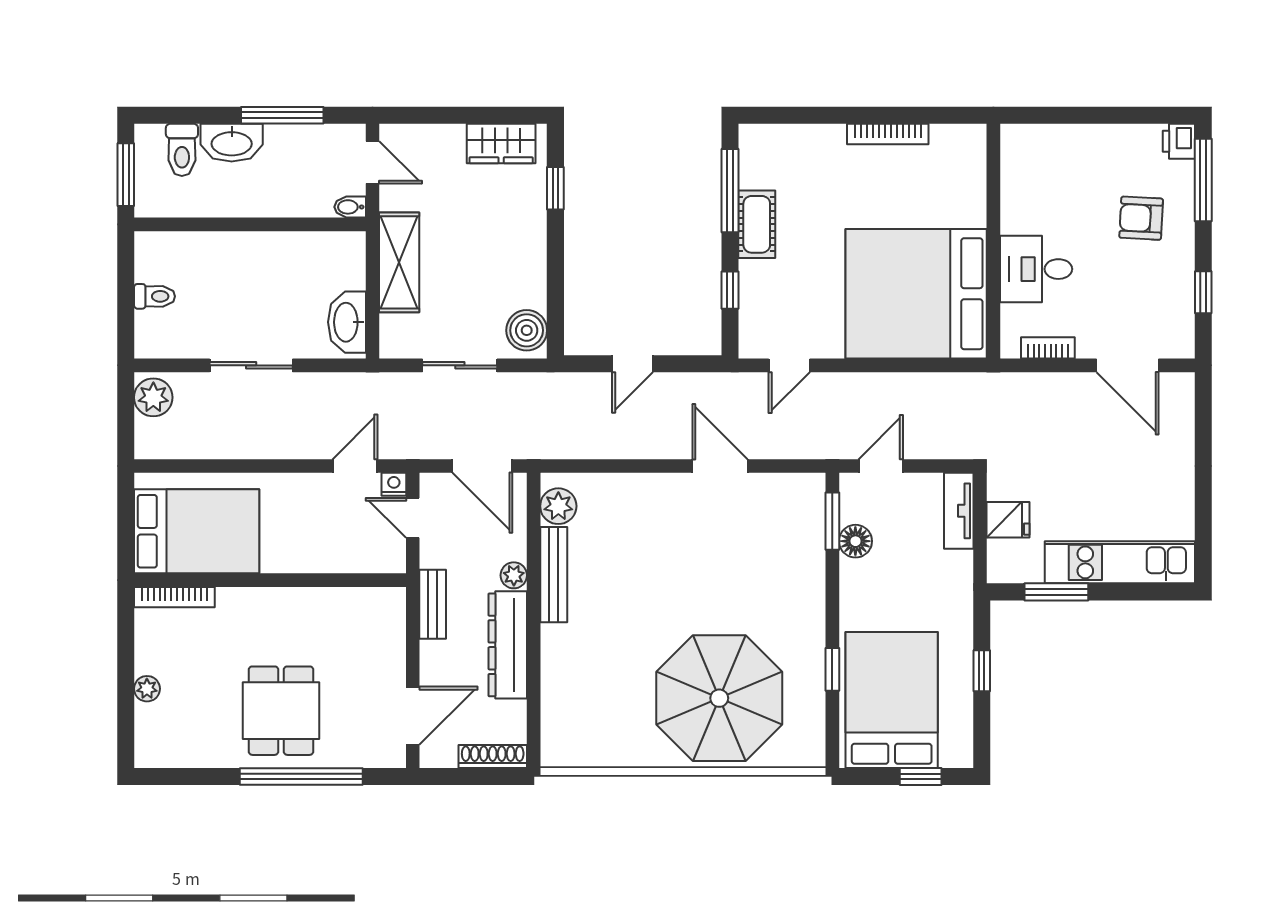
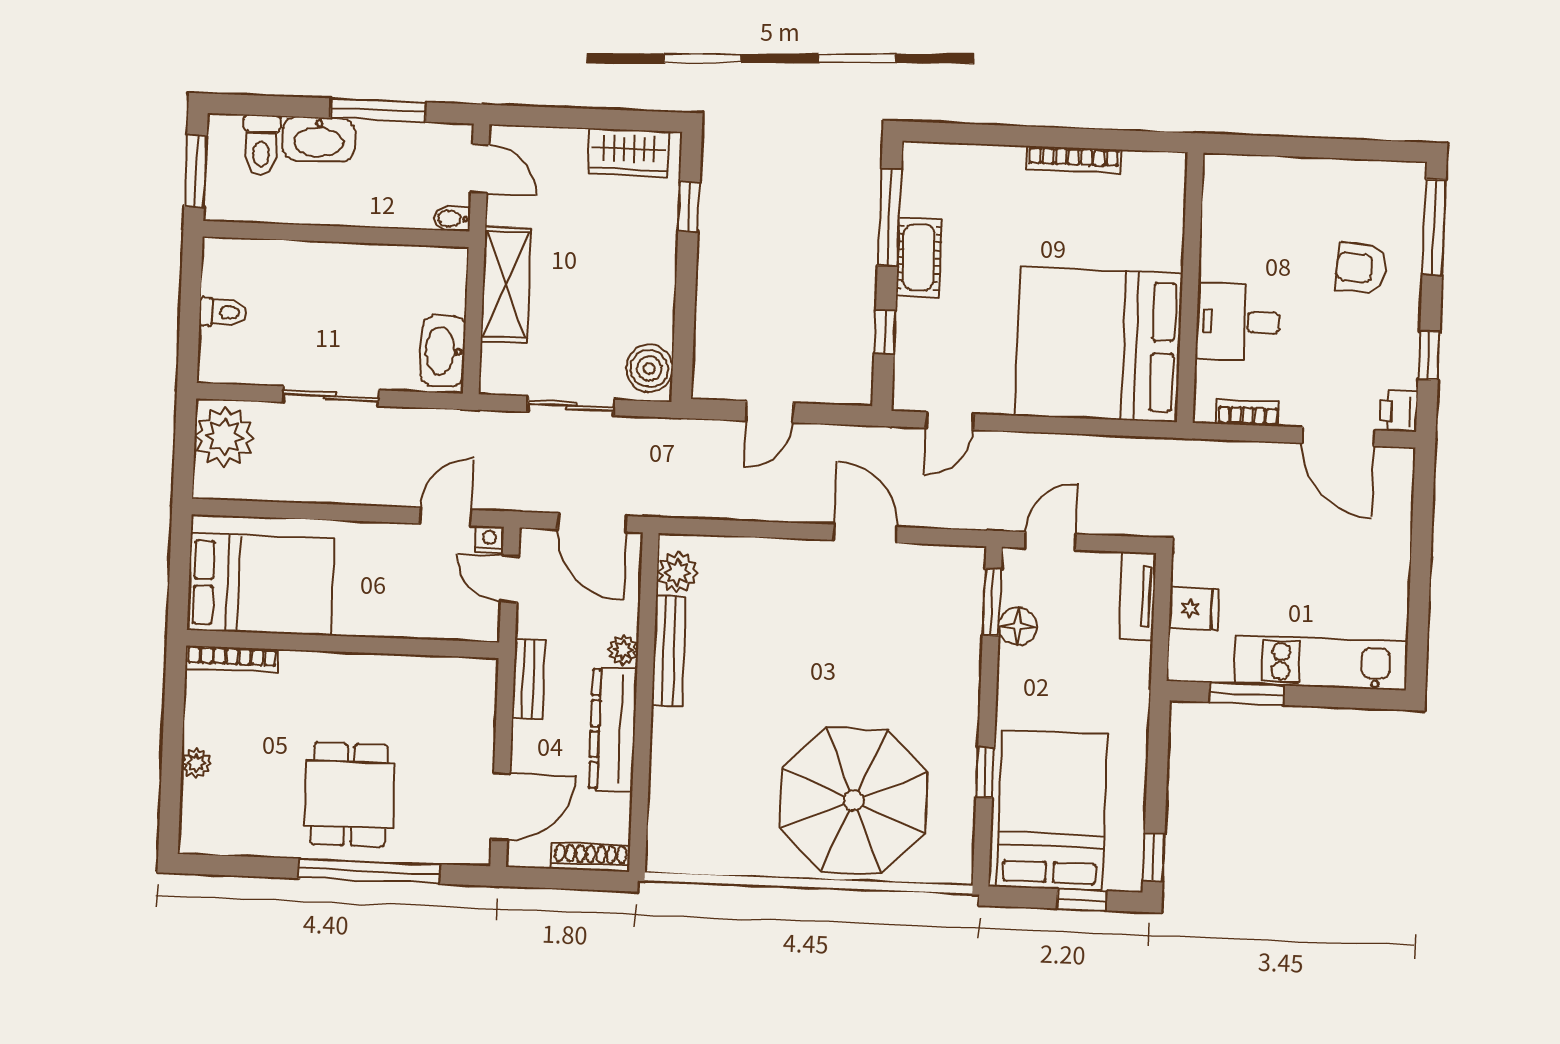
printer: (1179, 141) -> (1399, 411), moved
plant: (153, 397) -> (225, 437), width x1.36, depth x1.36
window: (982, 671) -> (1154, 857), moved

